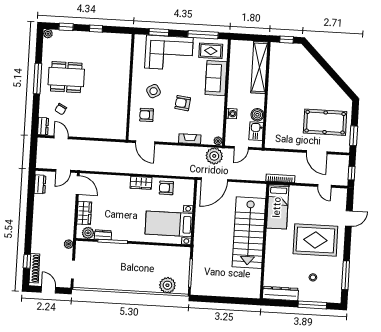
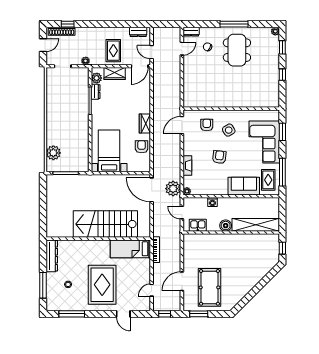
boiler: (257, 115) -> (226, 226), moved
rug: (59, 213) -> (113, 51), added

